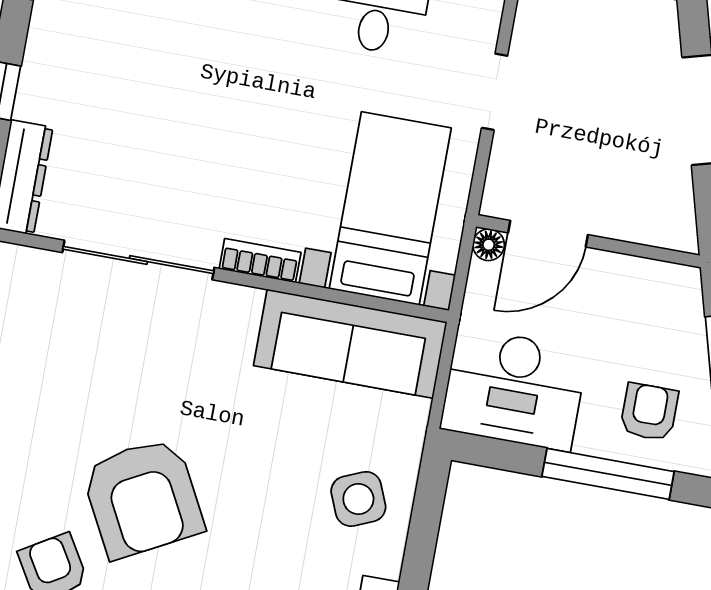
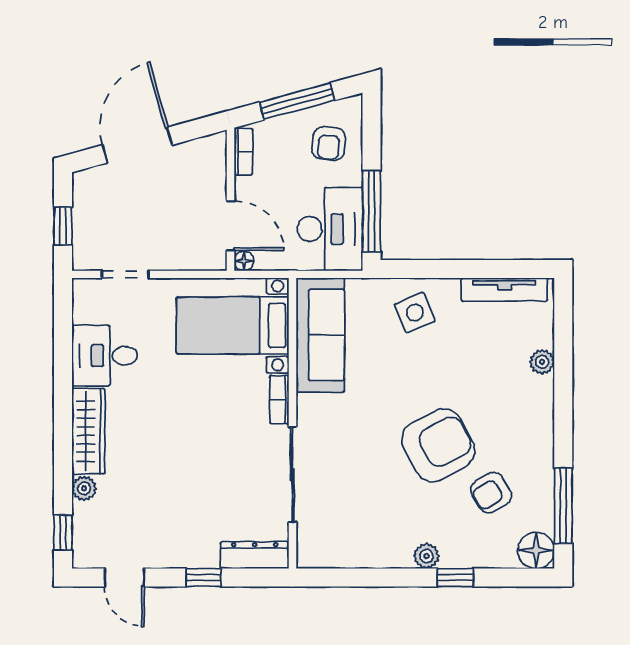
doorway: (495, 92) -> (125, 274), moved
bookcase: (661, 275) -> (243, 152), added
armchair: (649, 412) -> (329, 144), turned -85
window: (608, 474) -> (371, 211), moved

